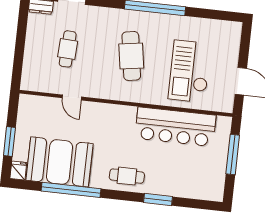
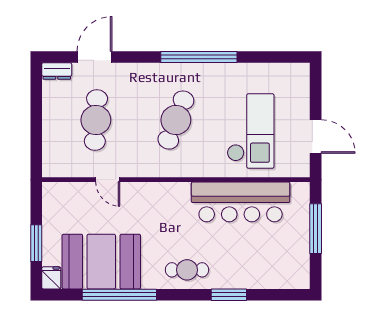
cafe table: (68, 49) -> (96, 120), width x1.37, depth x1.35
cafe table: (131, 56) -> (176, 120), turned 30
checkout: (190, 71) -> (251, 131), turned 180

